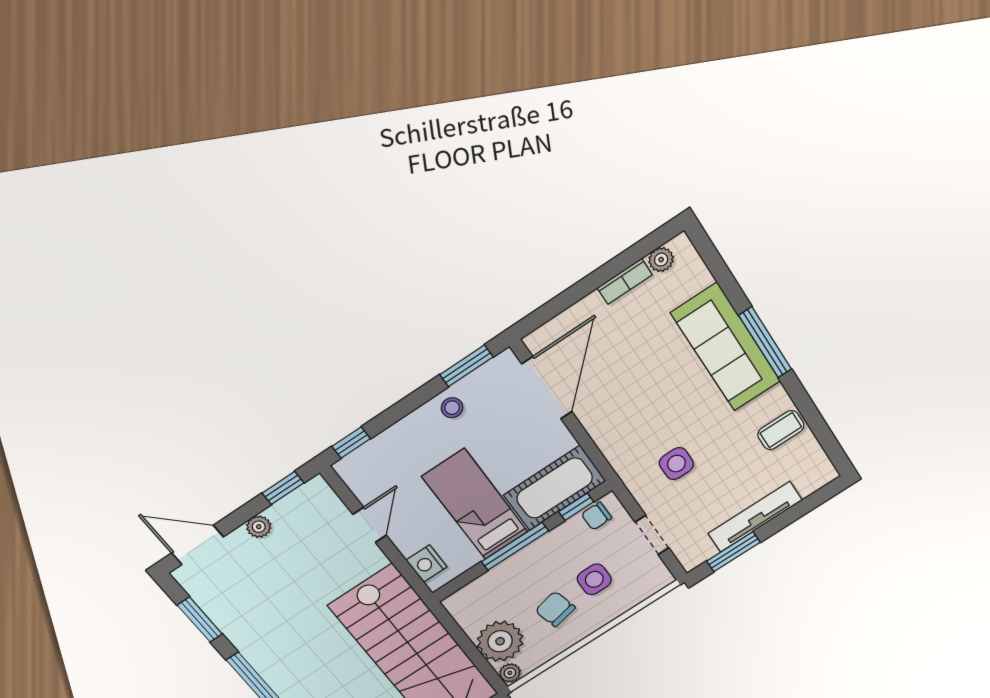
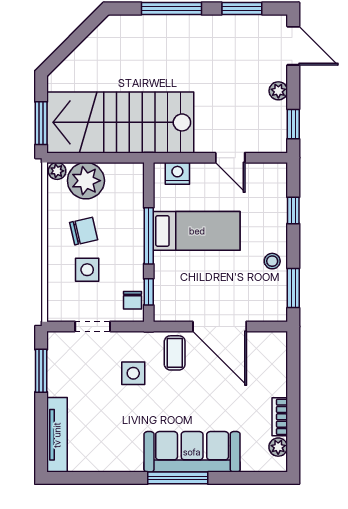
door: (547, 388) -> (220, 326), moved
coffee table: (781, 430) -> (175, 353), moved
window: (351, 443) -> (293, 210), moved
cot: (555, 488) -> (172, 287), removed
chair: (597, 516) -> (133, 300), turned 180
tv unit: (755, 517) -> (57, 435), moved
door: (197, 545) -> (293, 46), hinge flipped

